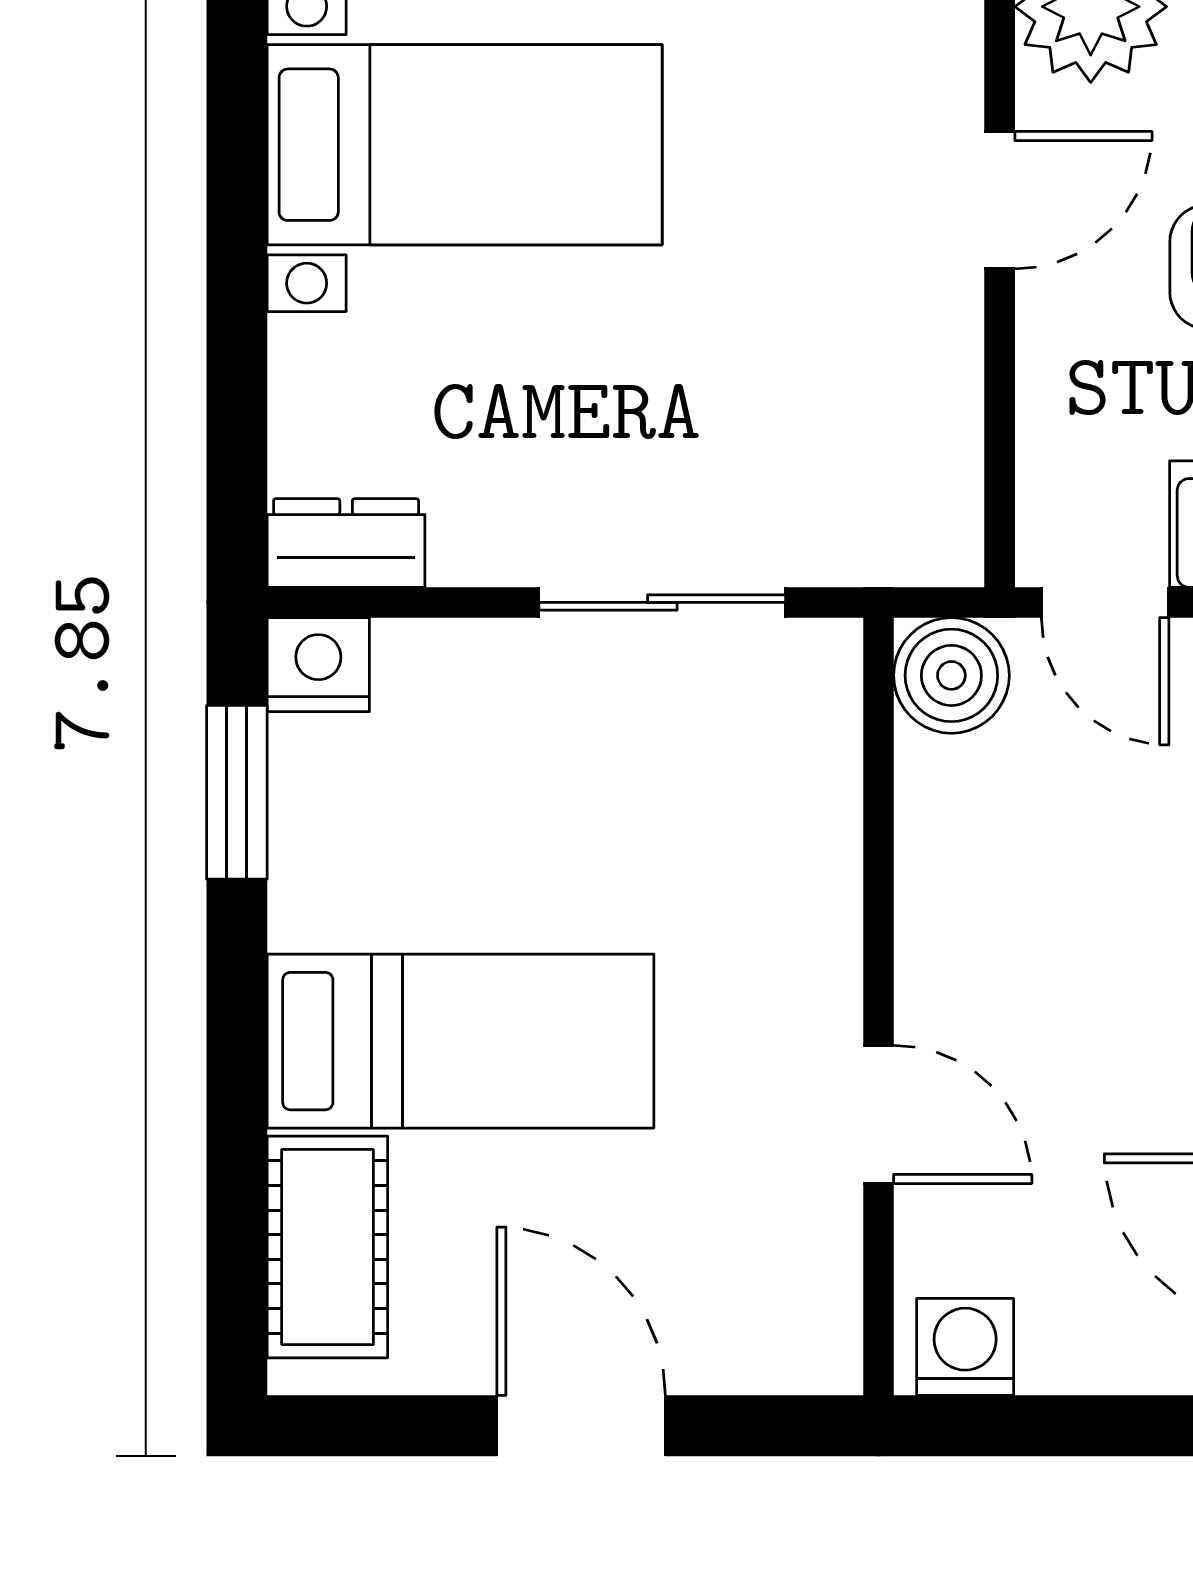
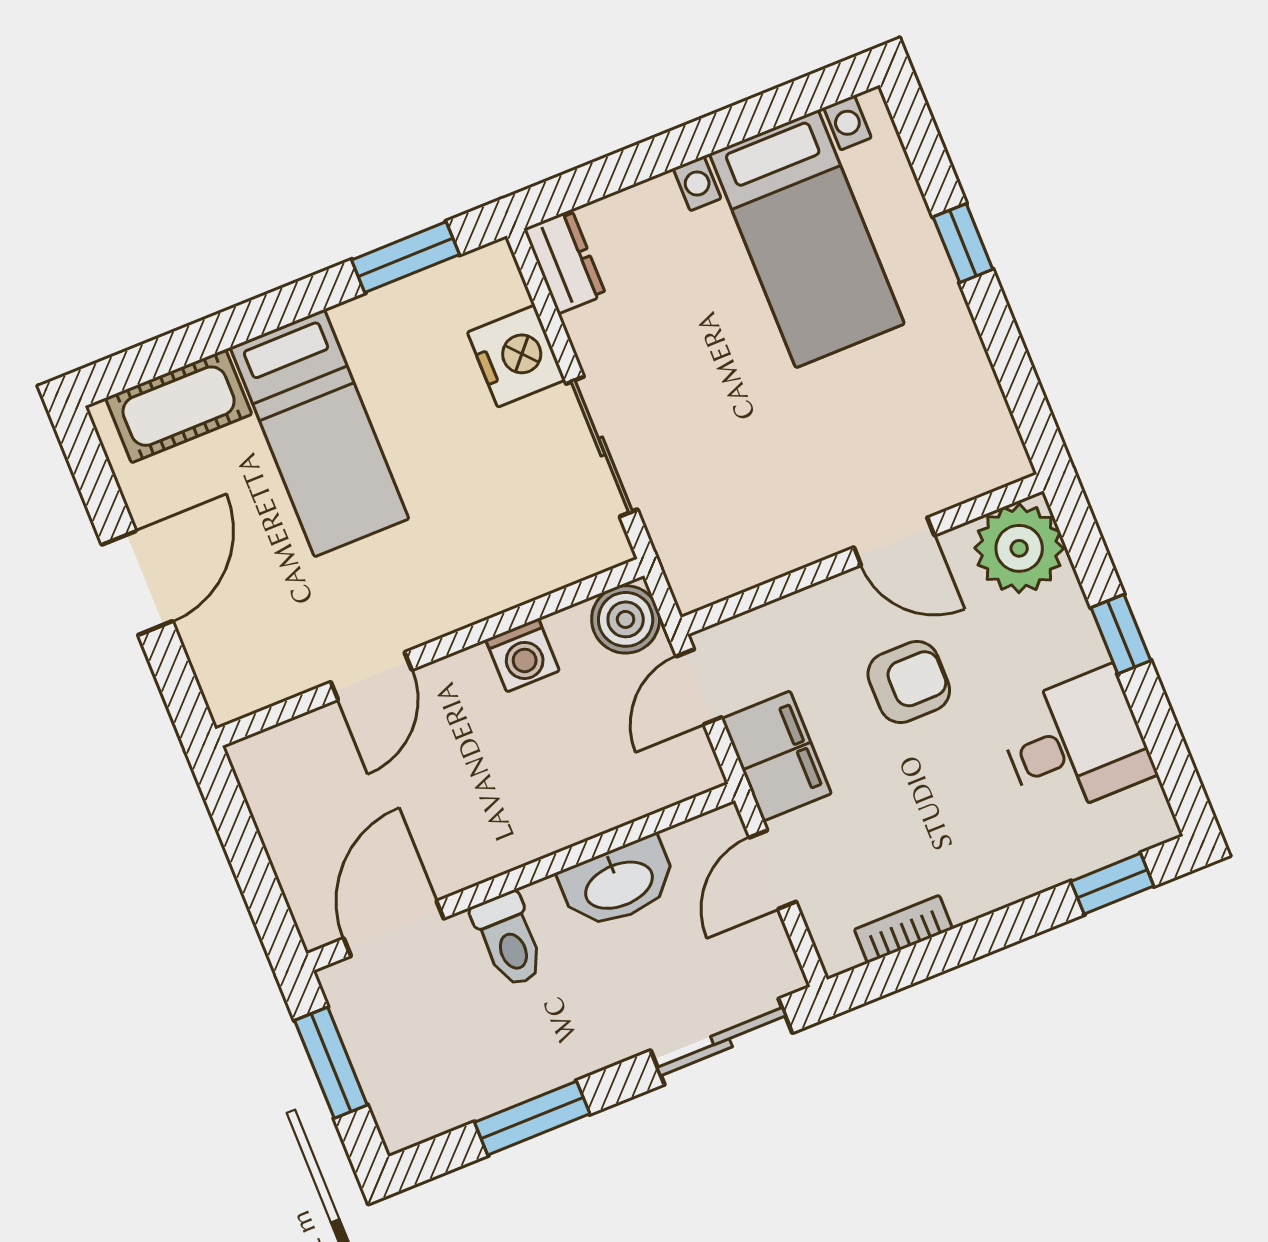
nightstand: (318, 665) -> (516, 356), moved, width x1.36, depth x1.33
washing machine: (965, 1347) -> (523, 655), moved, turned 90

